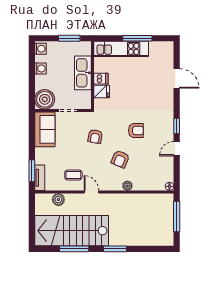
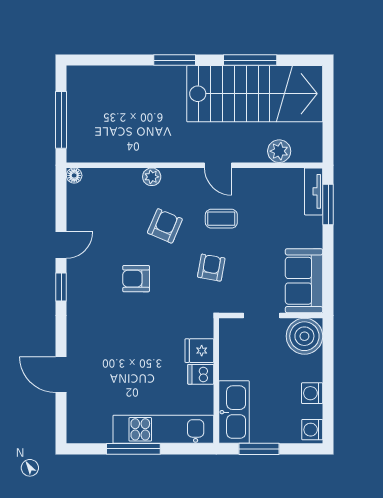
kitchen sink: (83, 73) -> (234, 412), moved
coffee table: (73, 175) -> (221, 219), moved

